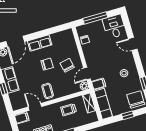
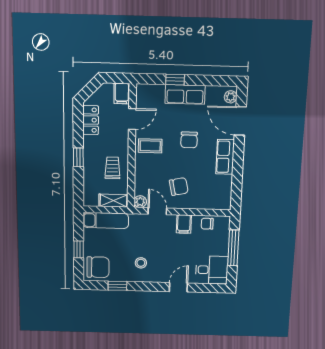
chair: (47, 64) -> (189, 140), moved
filing cabinet: (99, 84) -> (184, 224), moved

